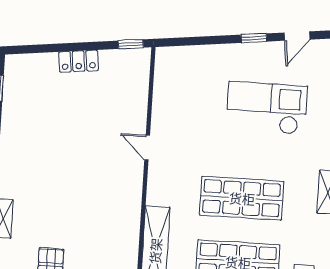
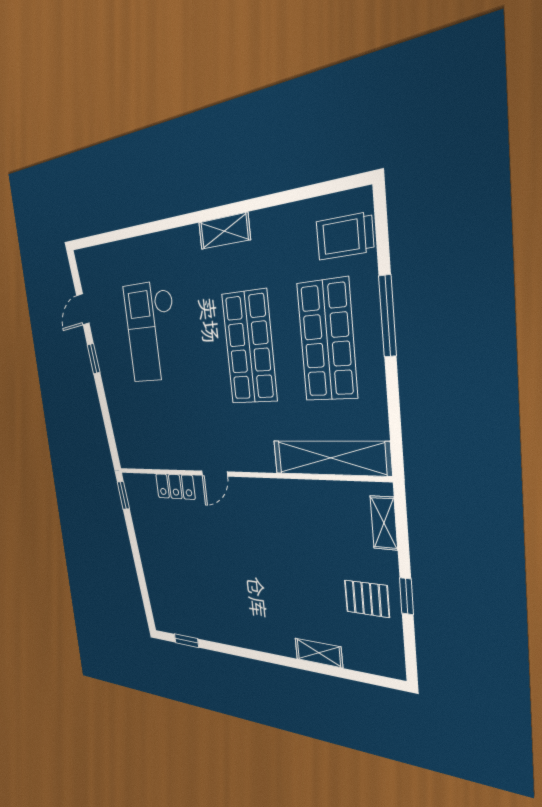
door: (297, 36) -> (83, 309), swing flipped
locker: (79, 61) -> (175, 487), moved, turned 96

